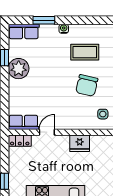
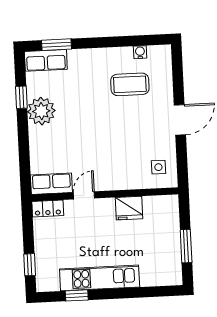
window: (44, 20) -> (56, 45), moved
water cooler: (64, 29) -> (140, 52), moved
chair: (87, 85) -> (135, 129), removed

